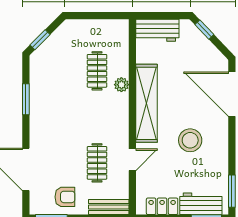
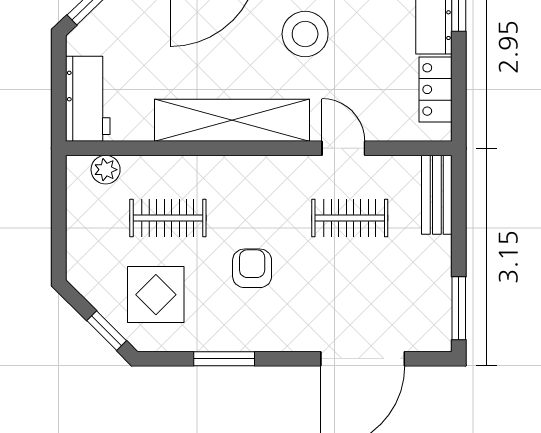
display table: (58, 65) -> (156, 295), added
plant: (121, 85) -> (106, 170), moved
armchair: (65, 197) -> (252, 268), moved

